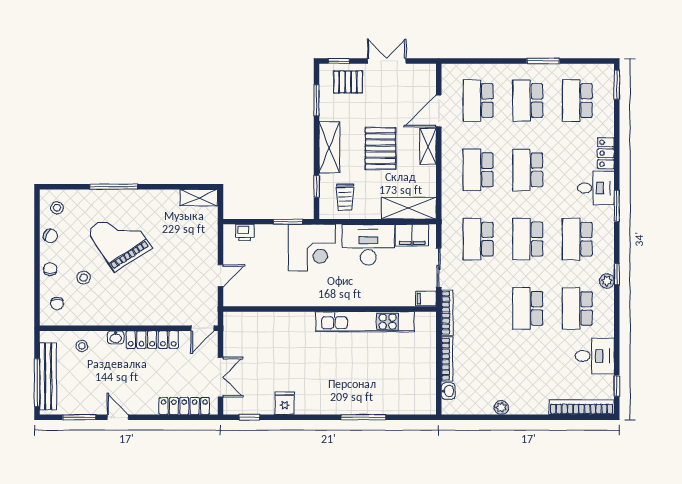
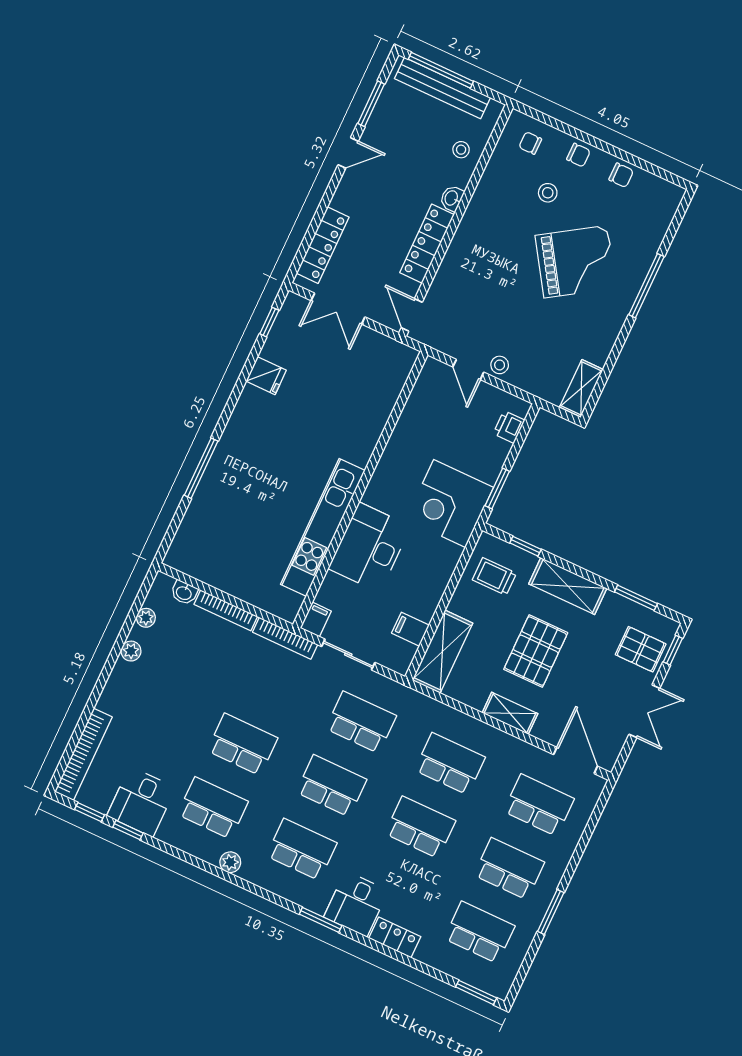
pallet: (348, 82) -> (641, 649), turned 90
door: (439, 111) -> (575, 760), moved
pallet: (380, 149) -> (536, 651), turned 90
stool: (57, 208) -> (500, 365), moved
filing cabinet: (412, 235) -> (410, 629), width x0.50
chair: (50, 236) -> (621, 175), turned -115
desk: (368, 245) -> (369, 547), moved, turned 180
window: (617, 274) -> (128, 830), moved
plant: (476, 408) -> (146, 618), added

